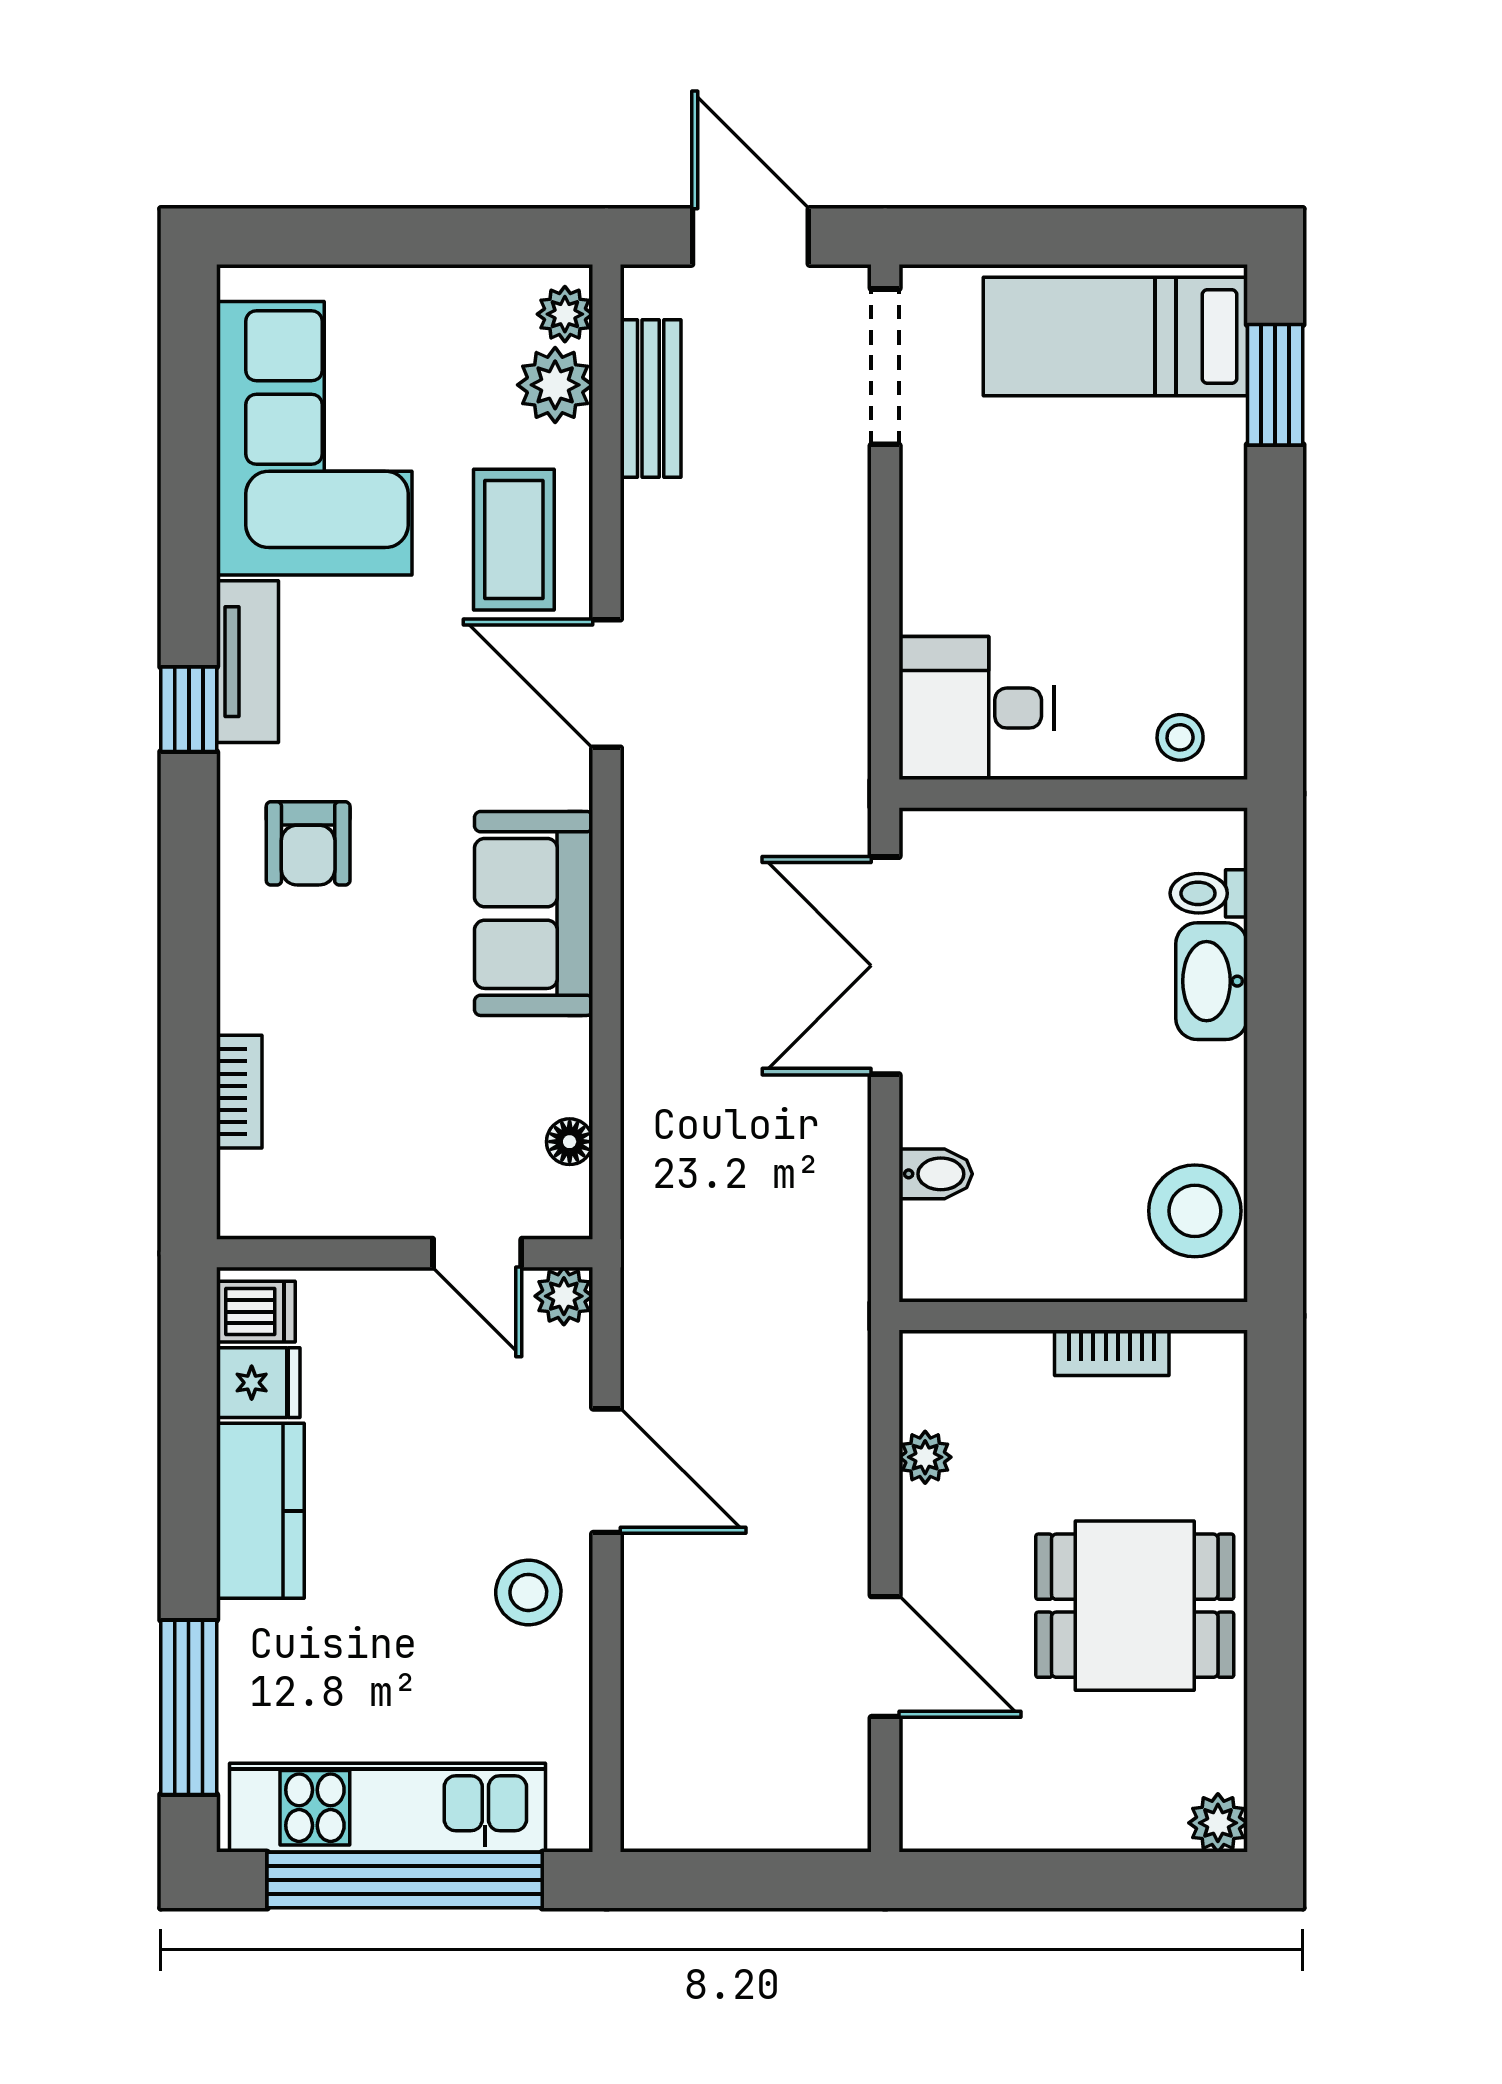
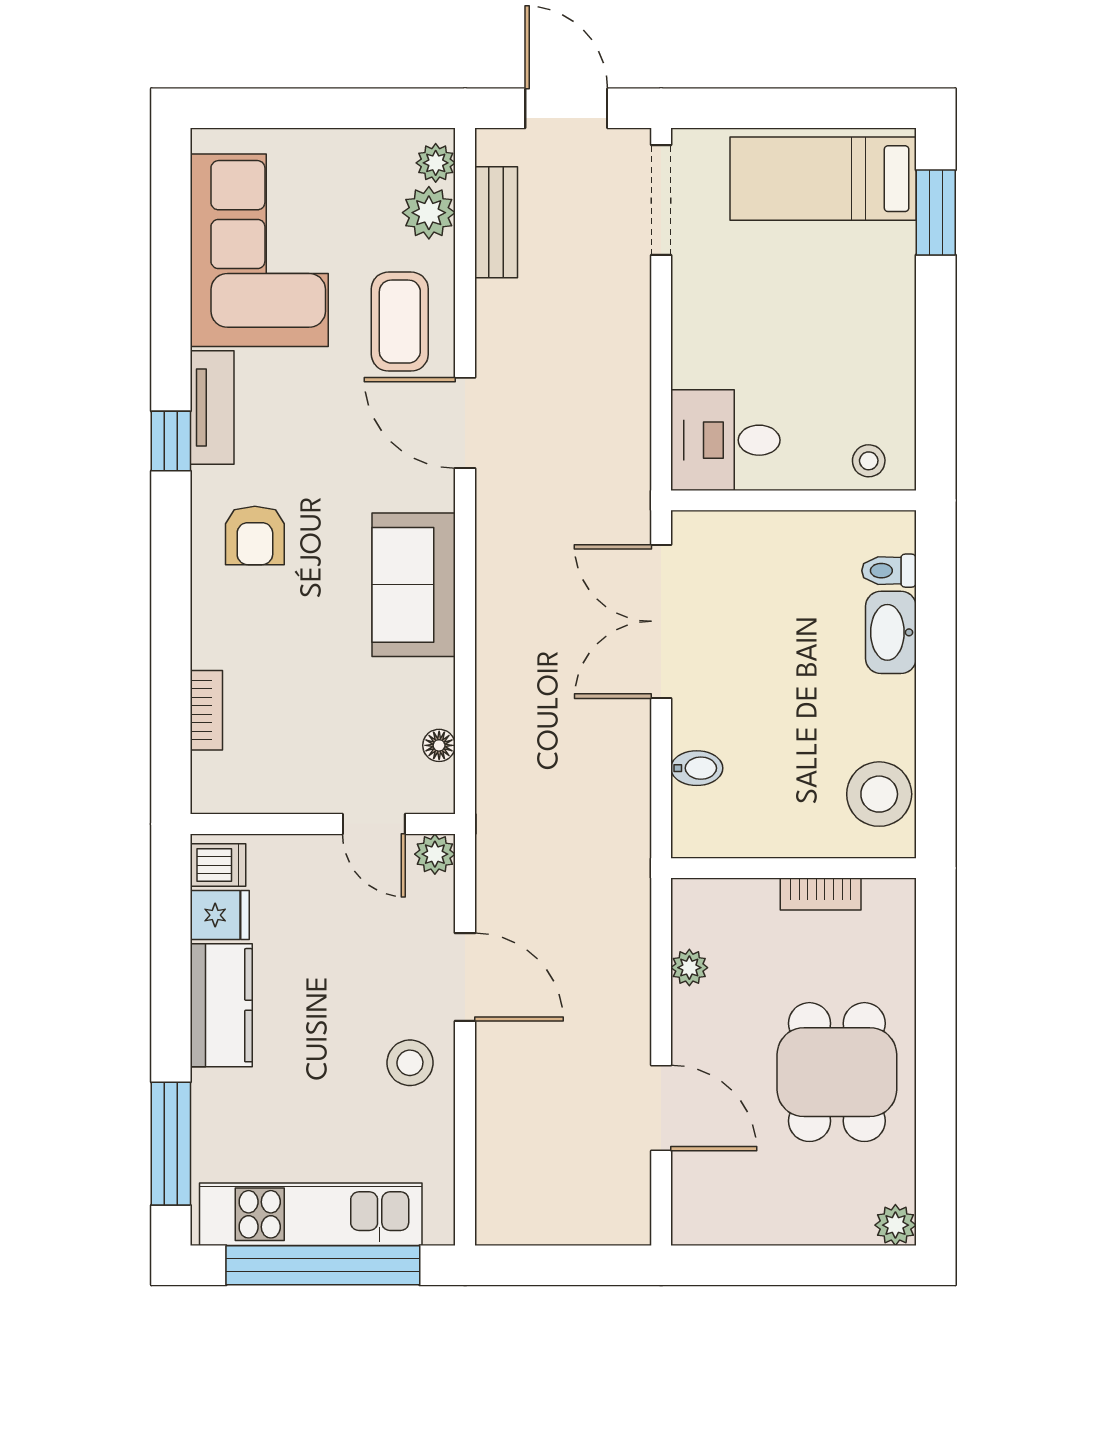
dining table: (1135, 1606) -> (837, 1072), turned 90

